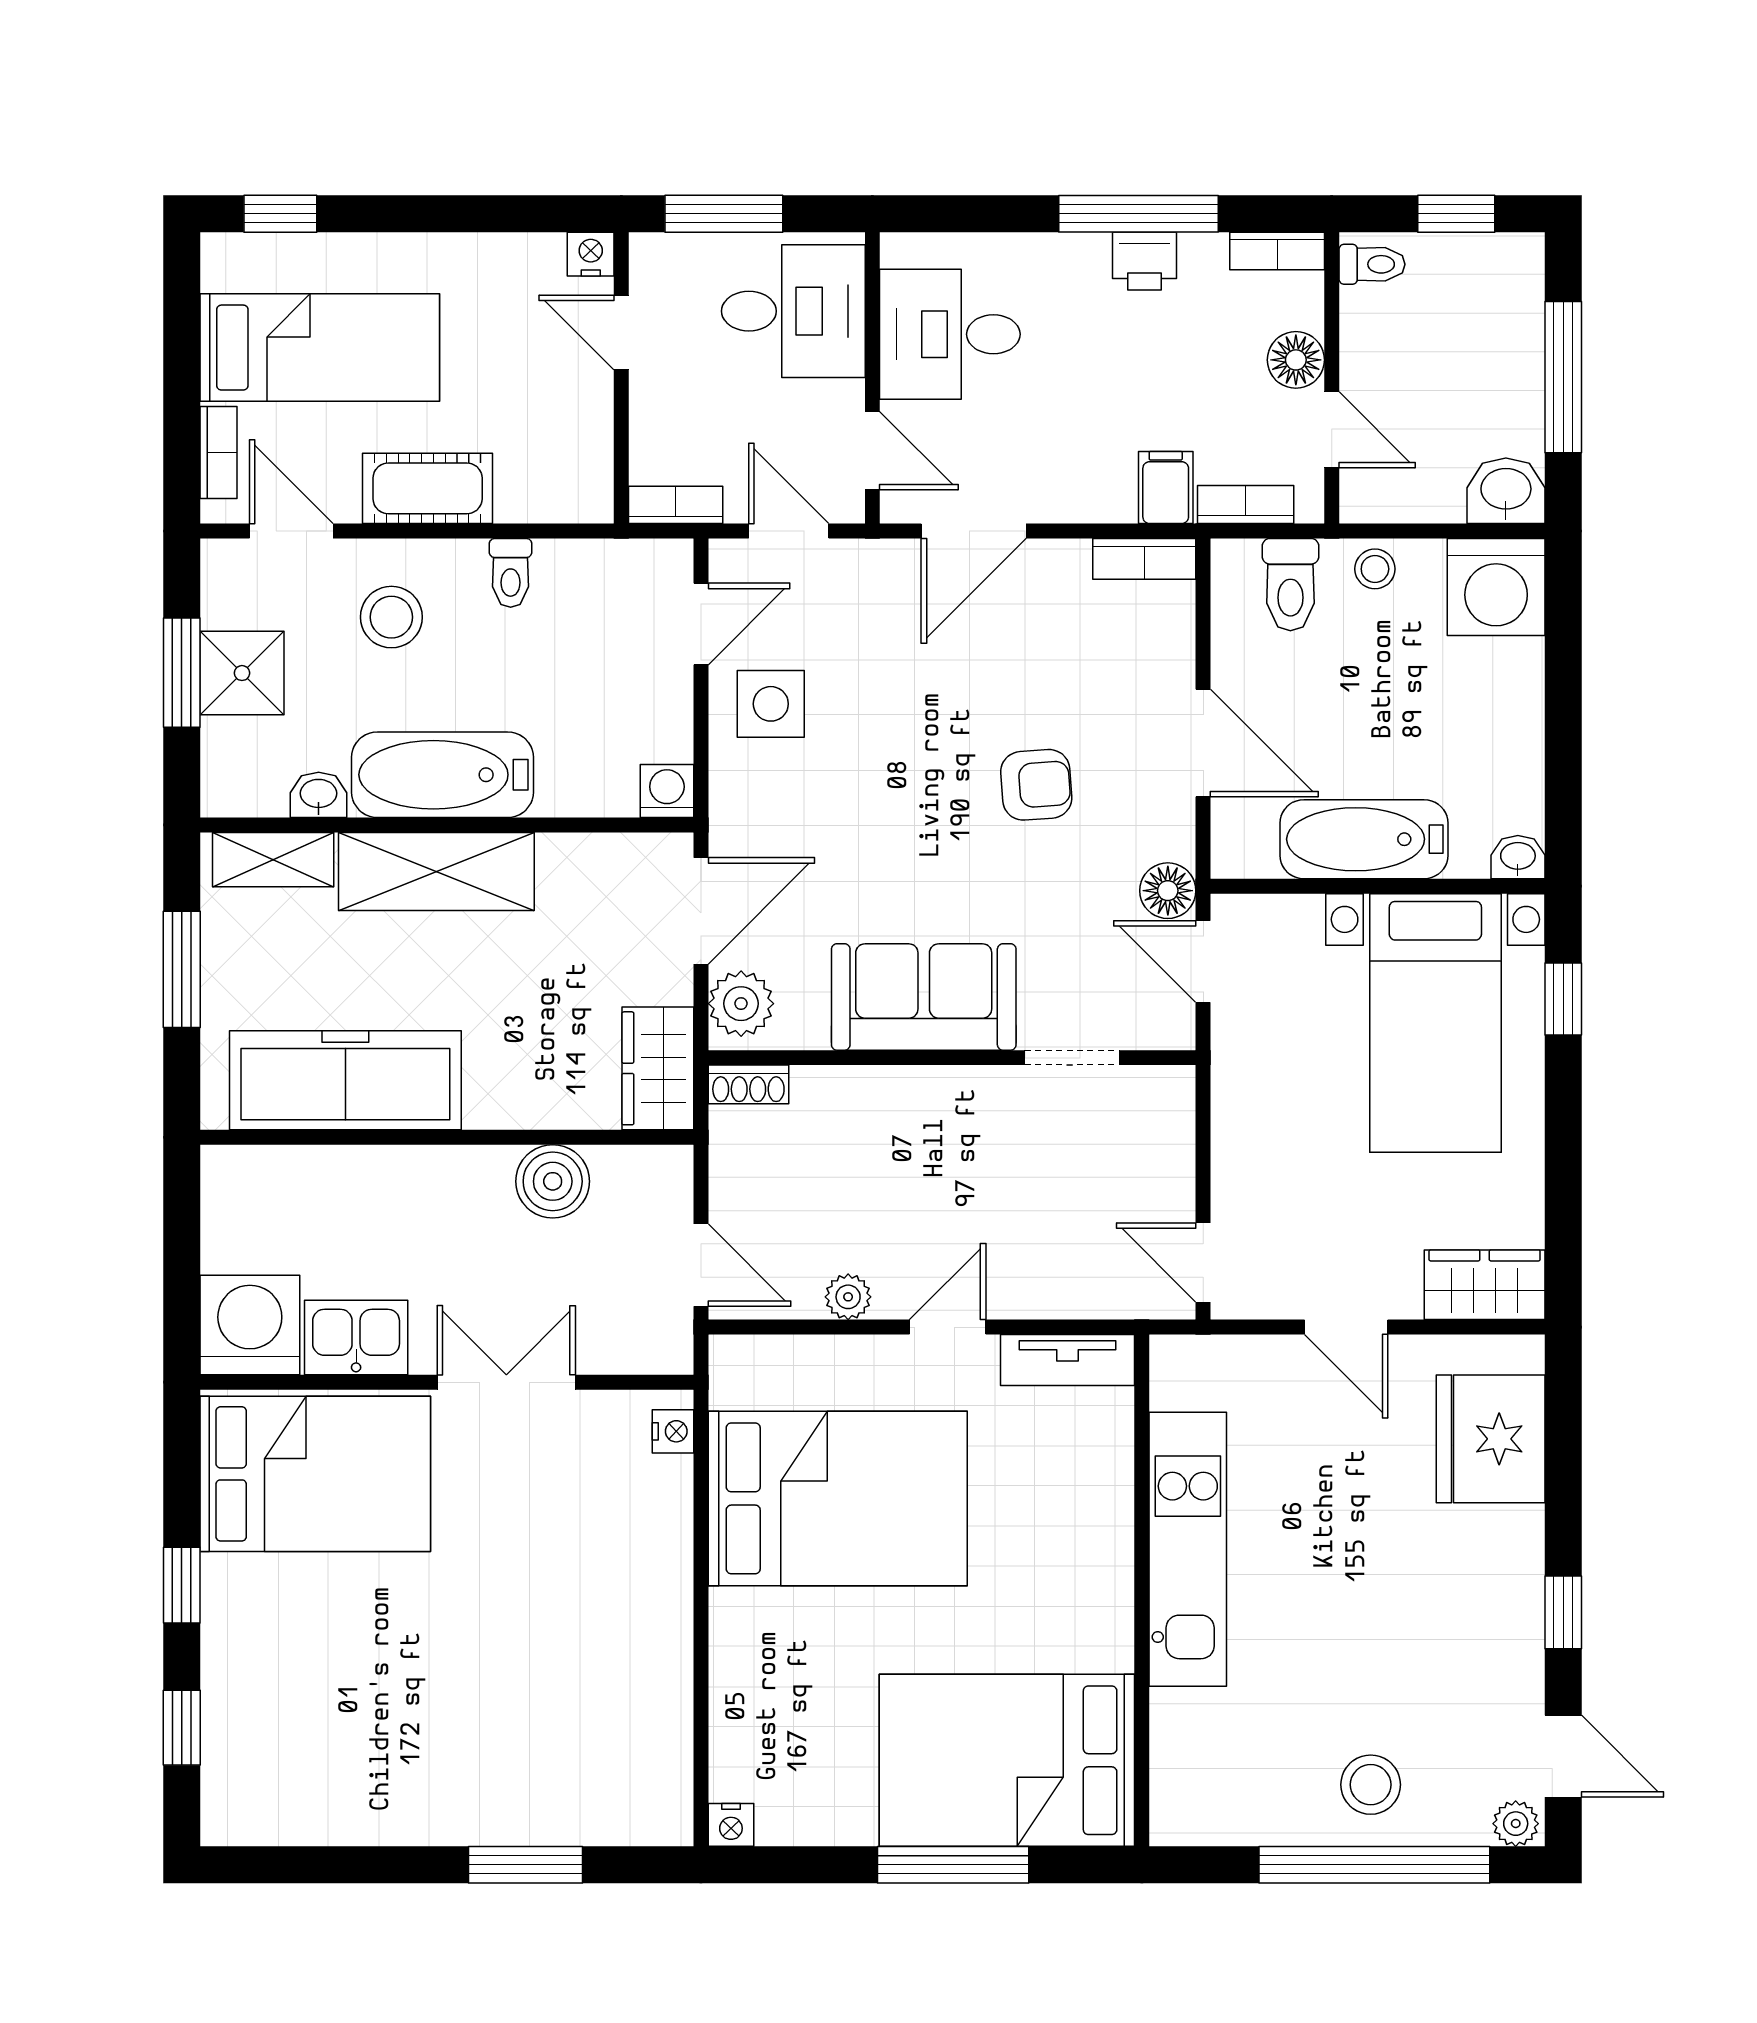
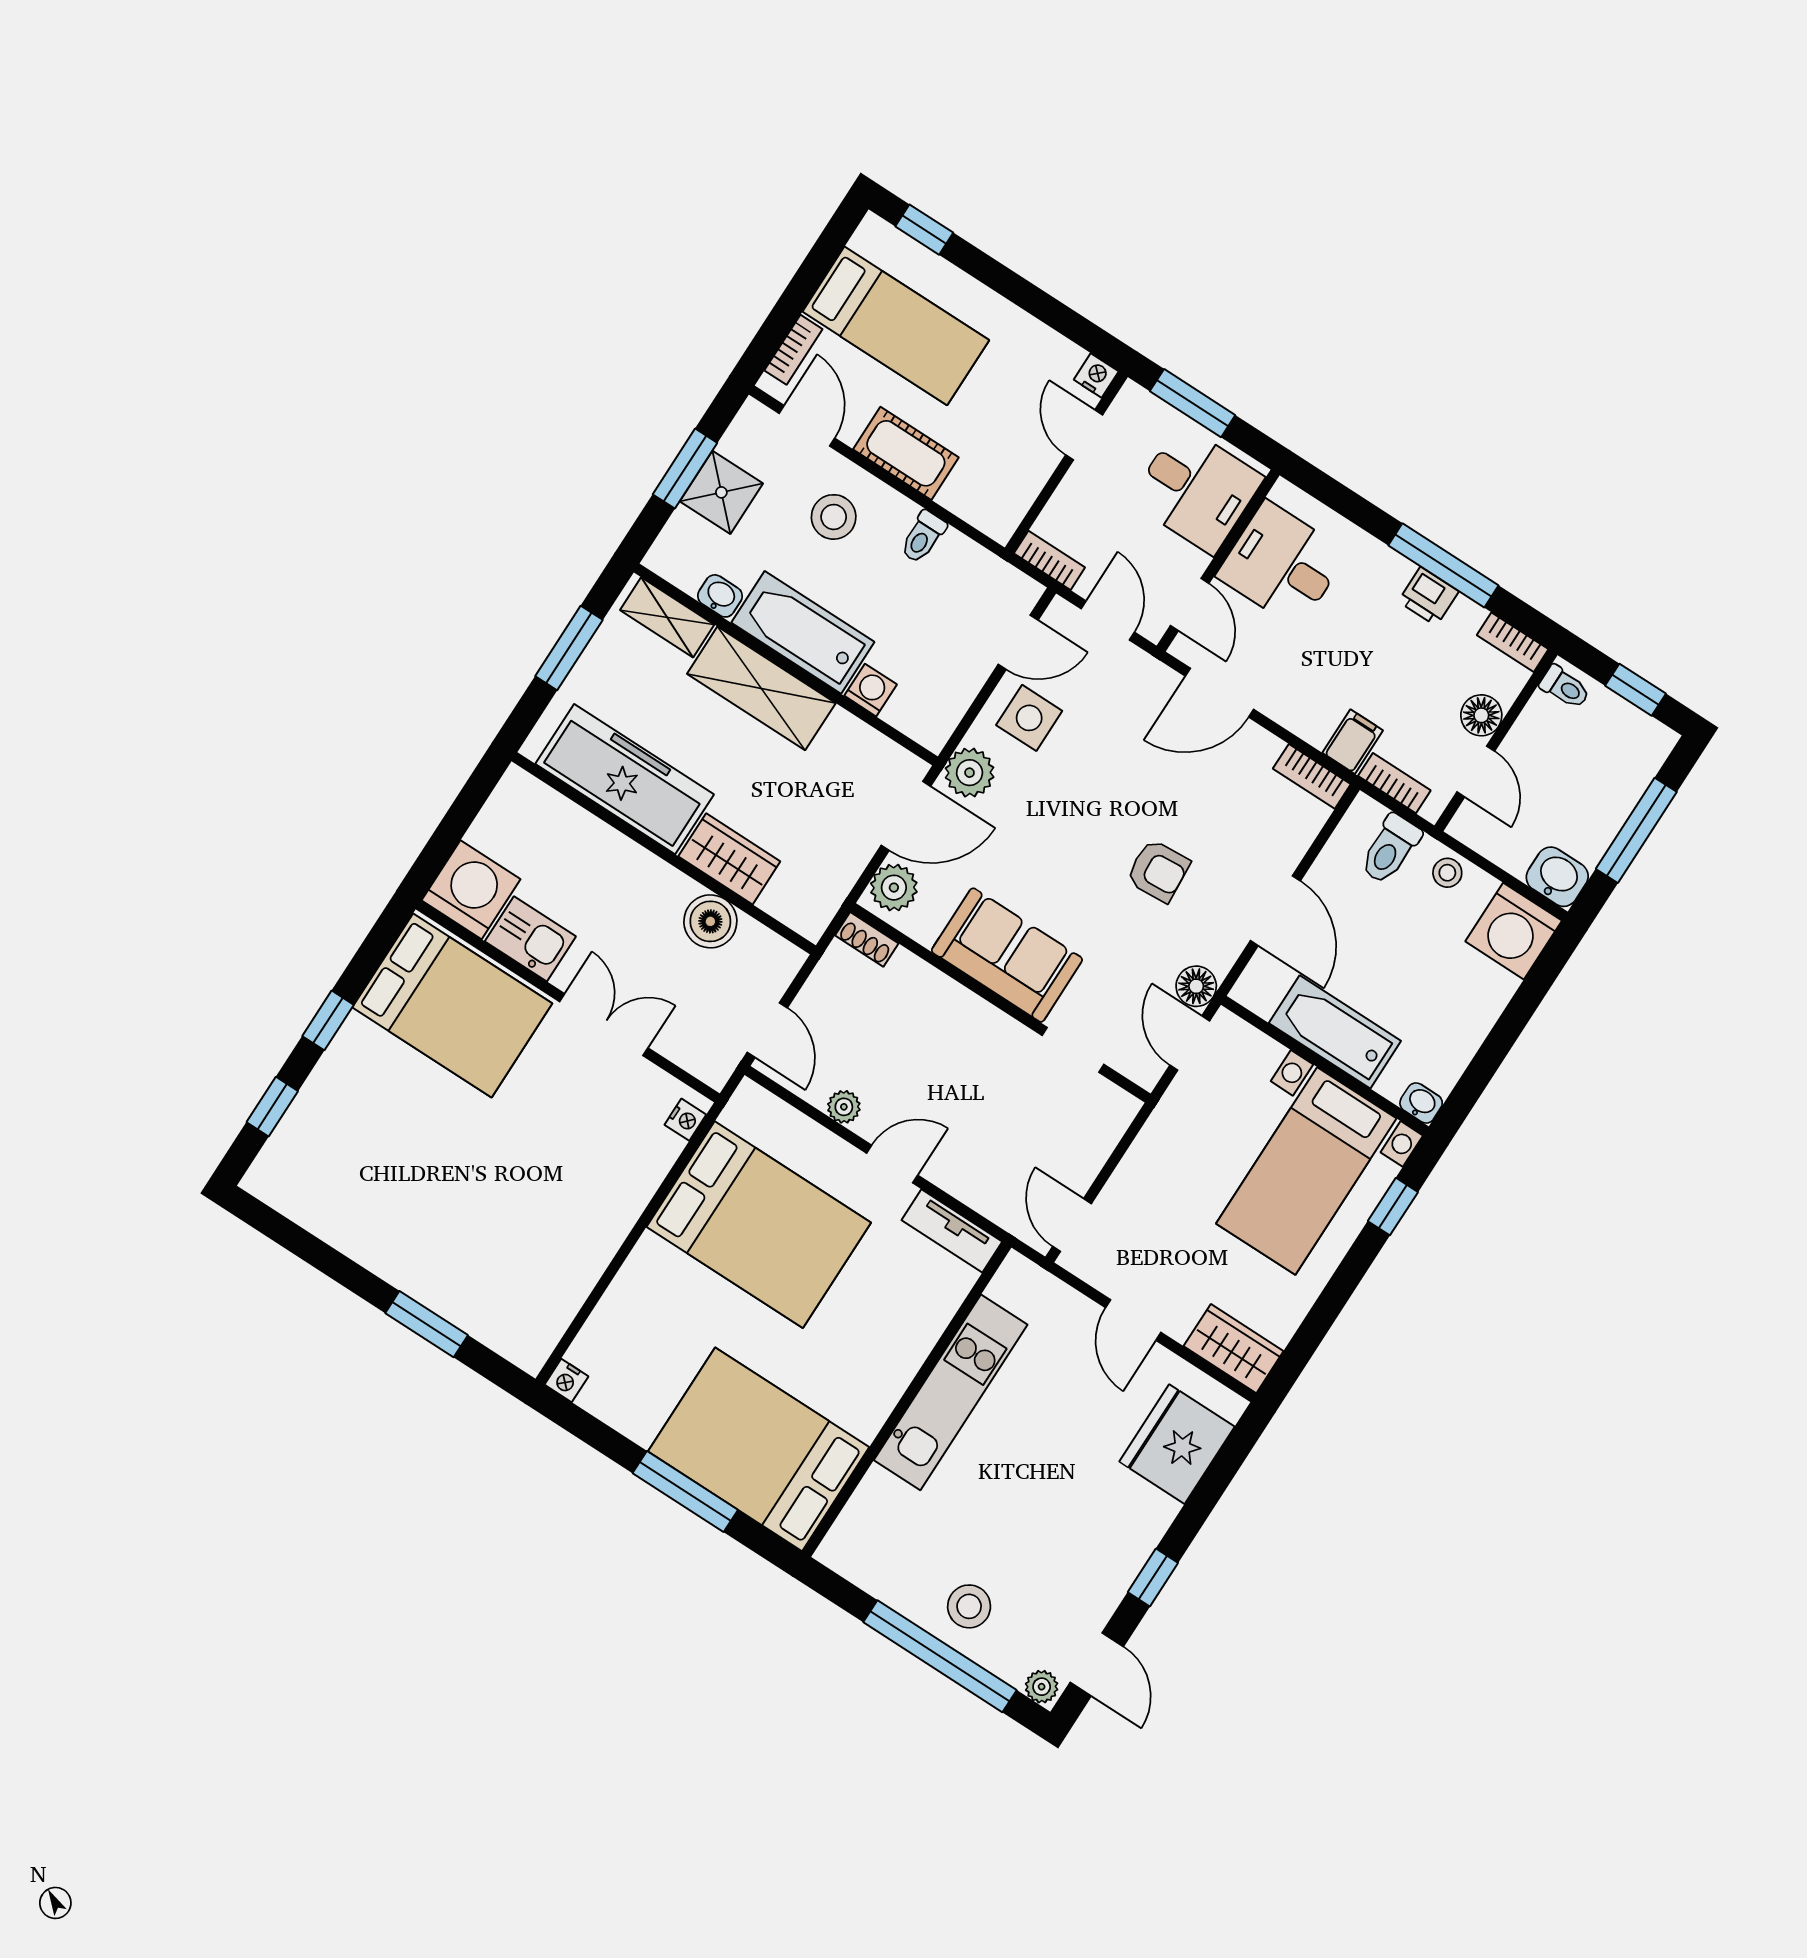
washing machine: (667, 791) -> (871, 690), moved
plant: (743, 813) -> (970, 773), added
wardrobe: (658, 1068) -> (729, 859), moved, turned 90

